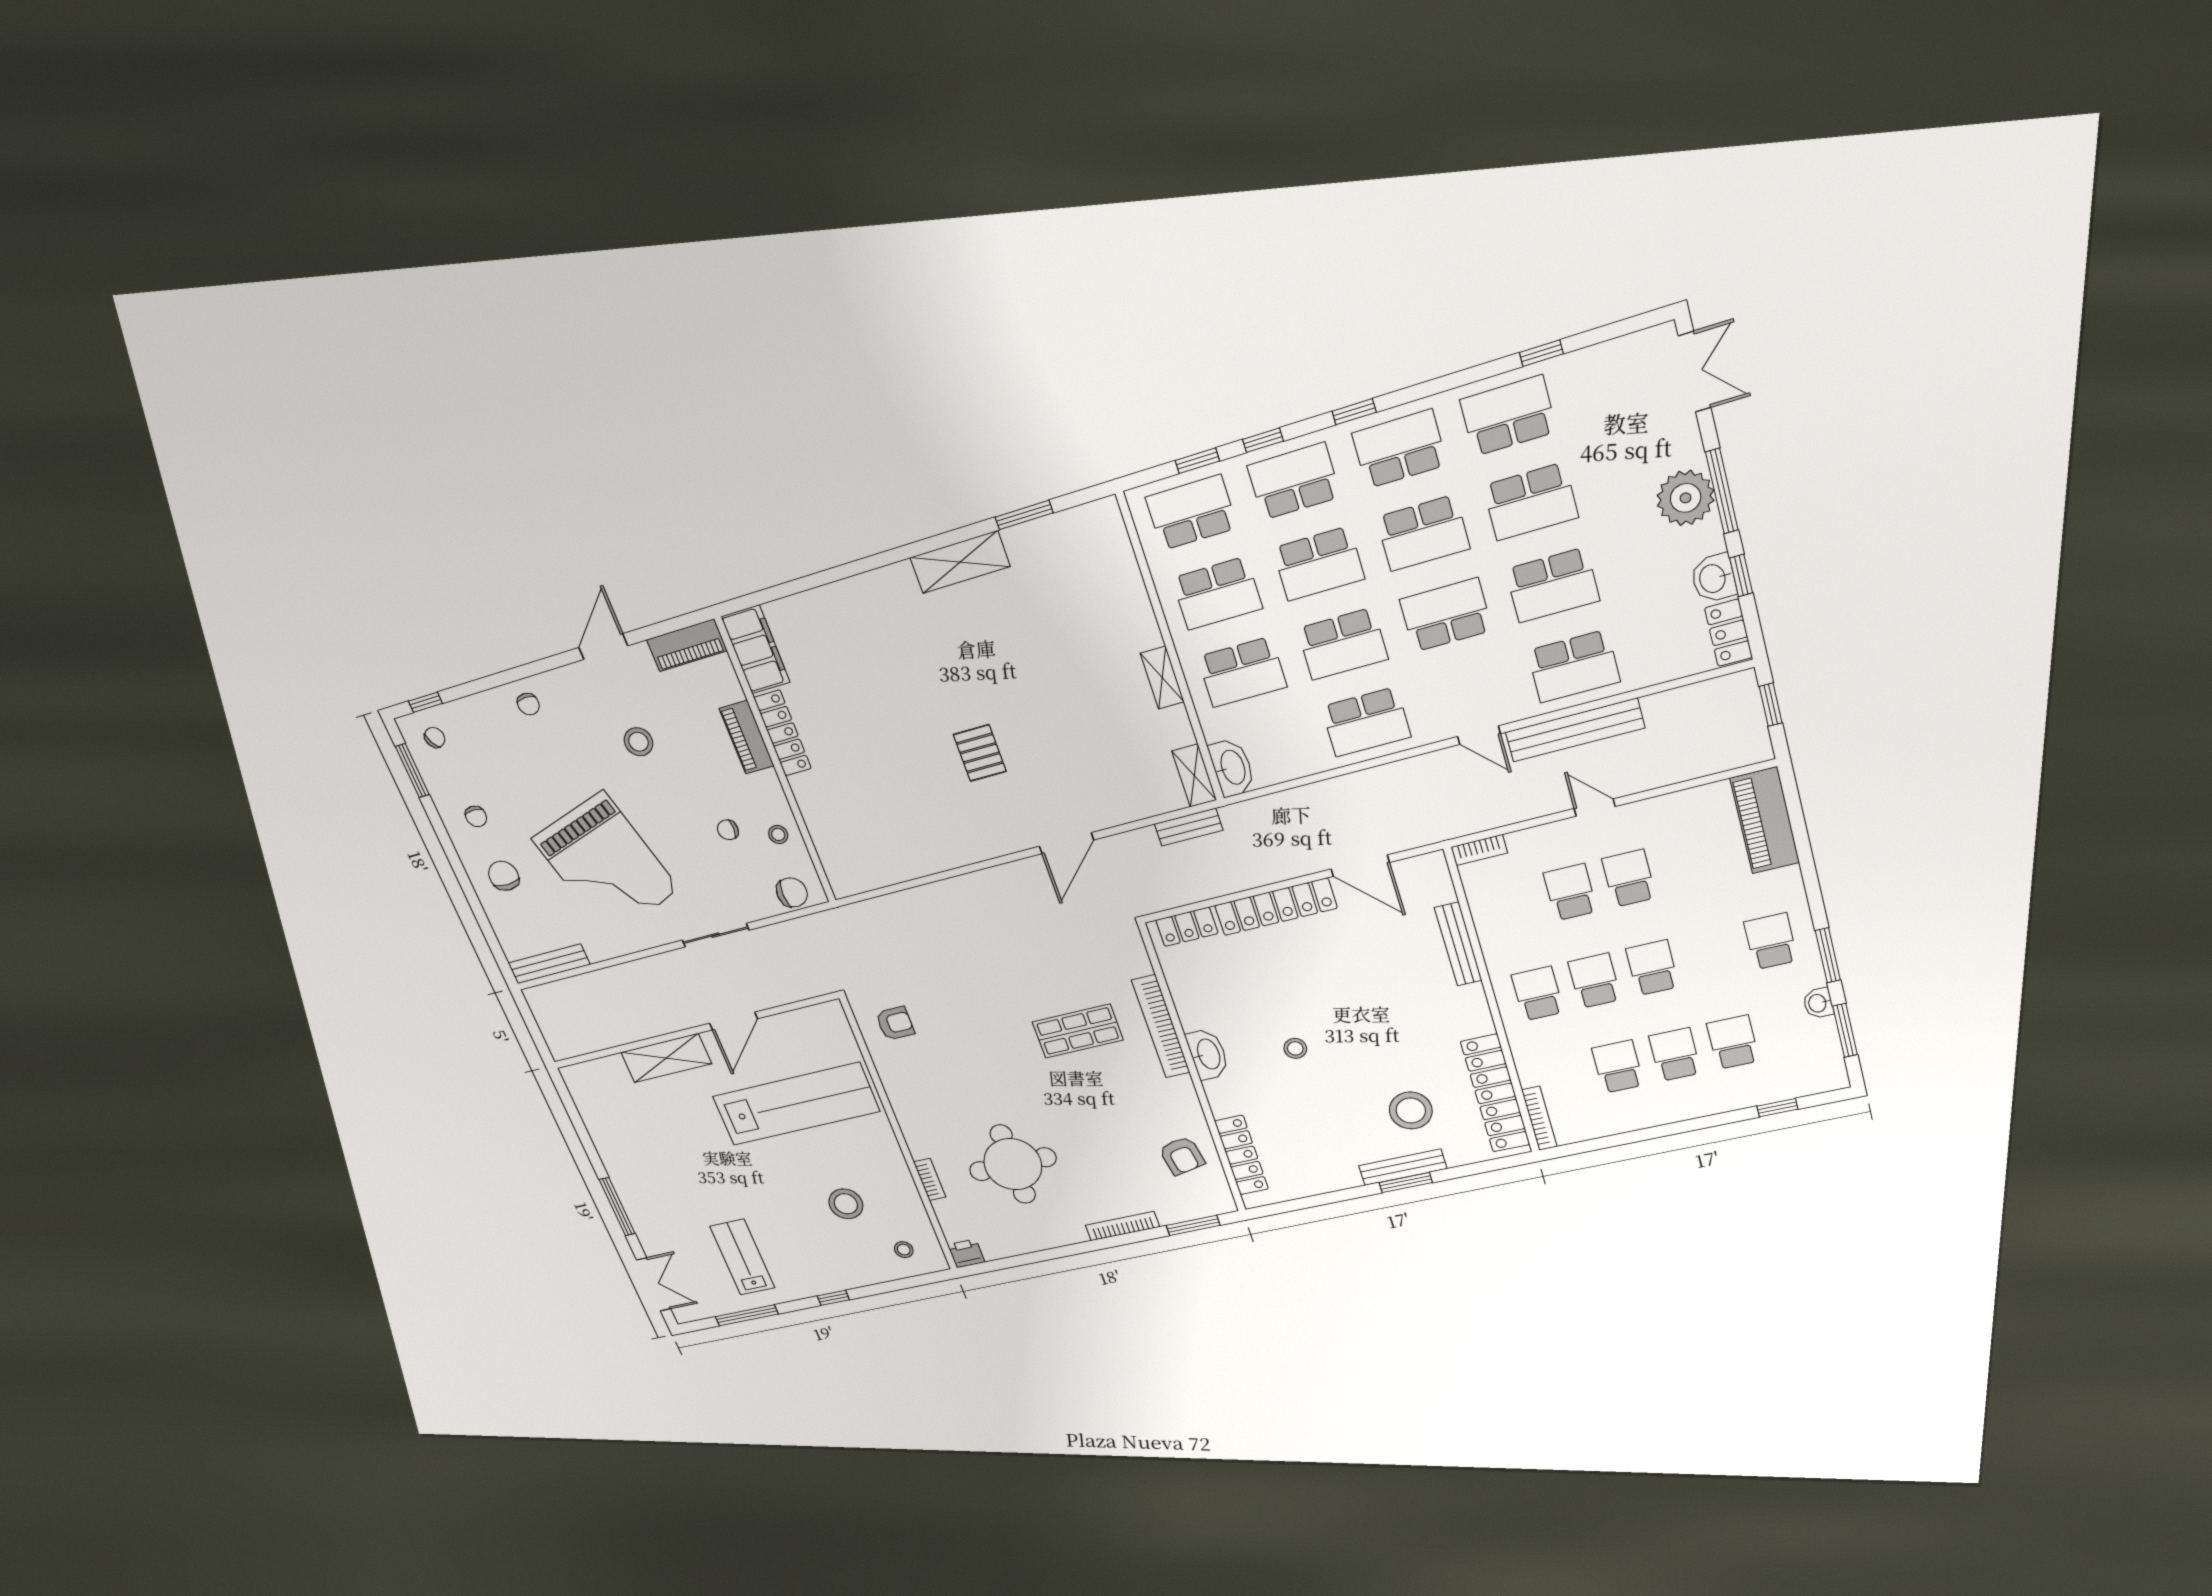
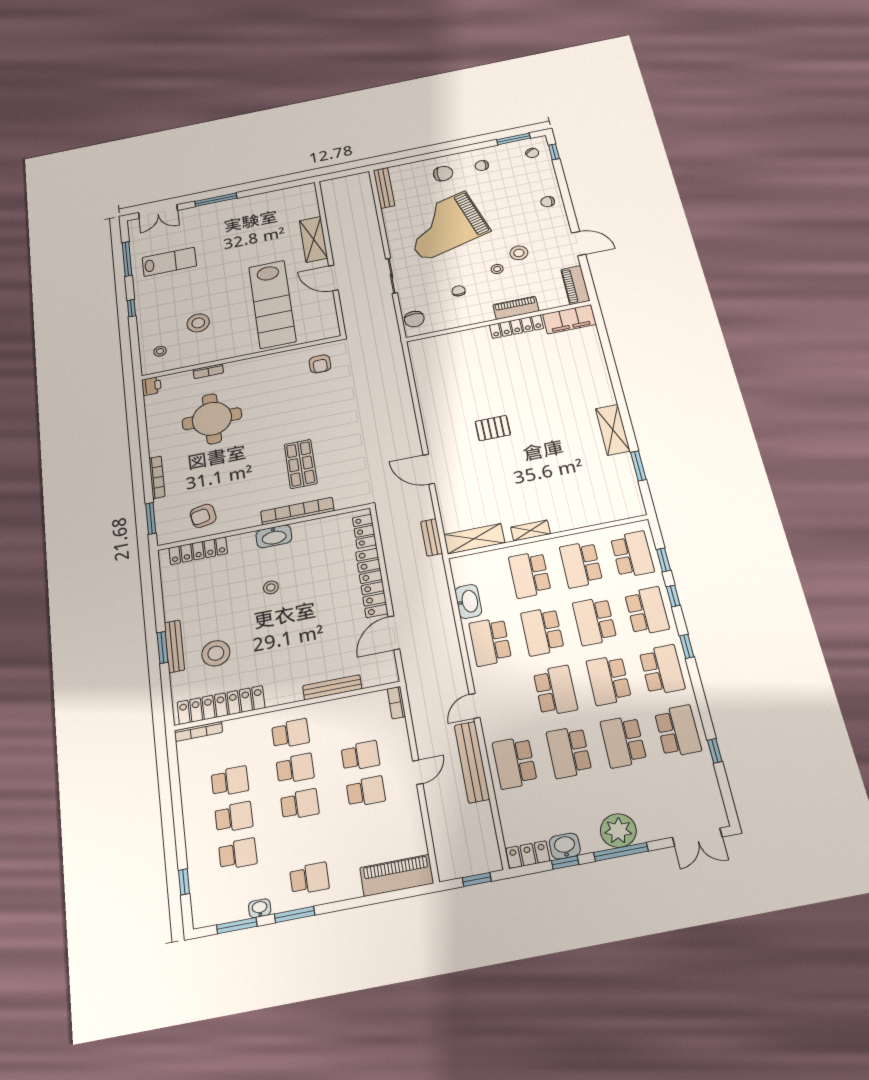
washbasin: (1232, 768) -> (468, 601), moved, turned -90
shelving: (1194, 776) -> (474, 539), width x1.50, depth x1.33
stool: (778, 834) -> (497, 269), moved

